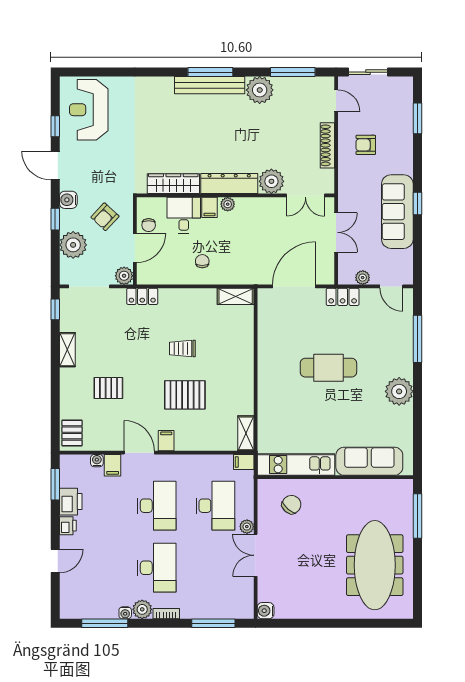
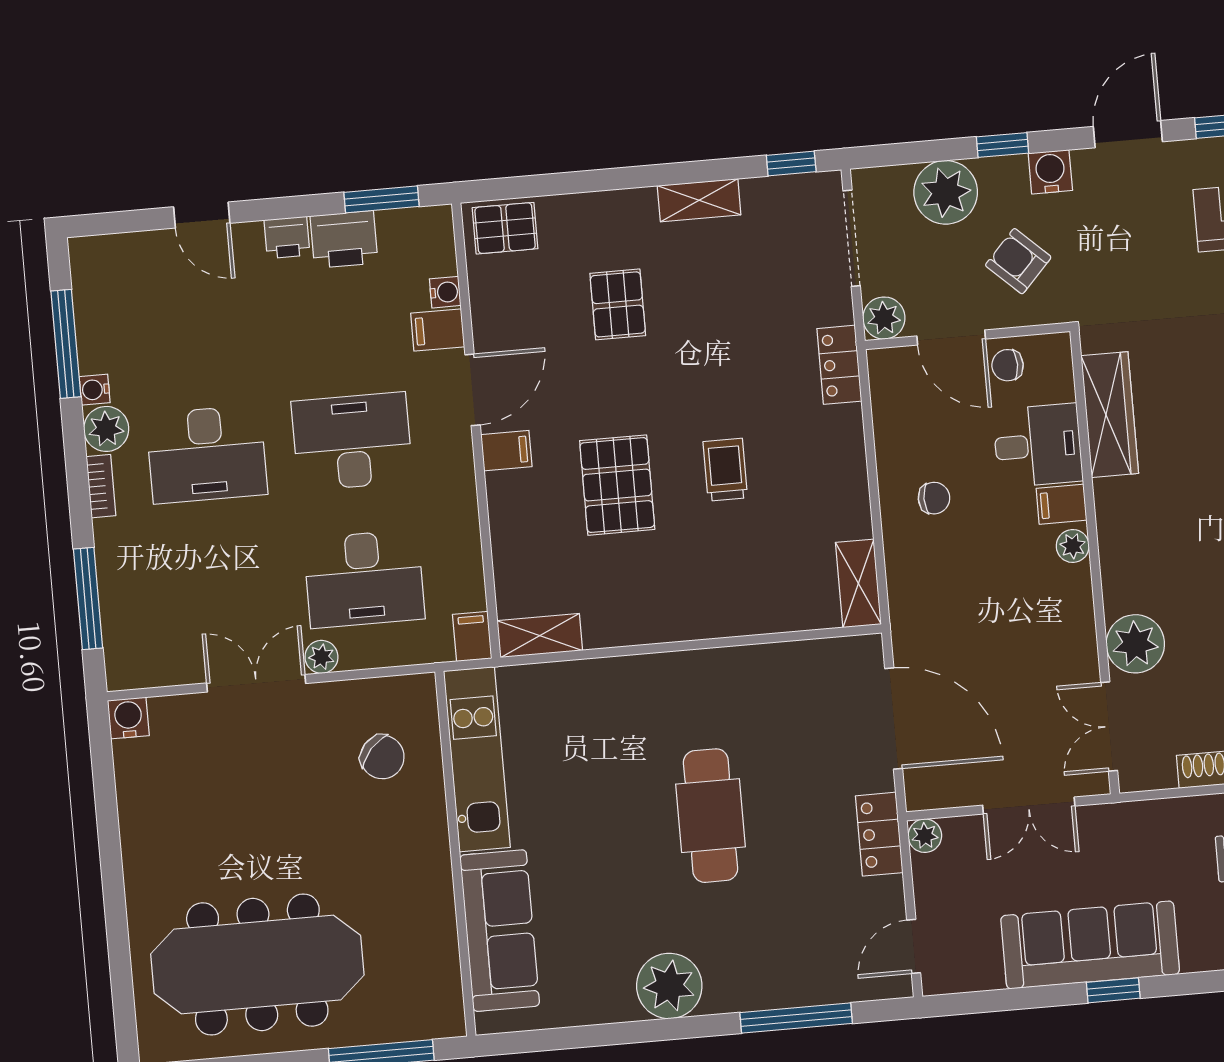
dresser: (229, 184) -> (1121, 545), removed
plant: (363, 278) -> (925, 836), moved
desk: (157, 506) -> (352, 441), turned 180

